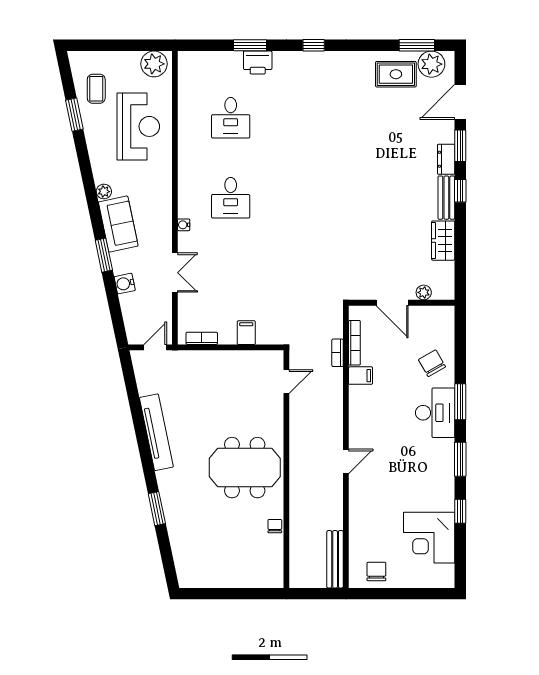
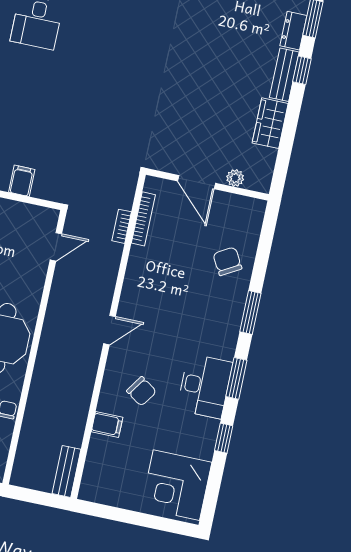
filing cabinet: (361, 376) -> (107, 424), moved
desk: (435, 413) -> (205, 386), moved
door: (346, 461) -> (110, 330), moved
corner desk: (429, 538) -> (176, 485), moved
bench: (335, 559) -> (66, 471), width x0.73
chair: (376, 571) -> (141, 391), moved, turned 124

